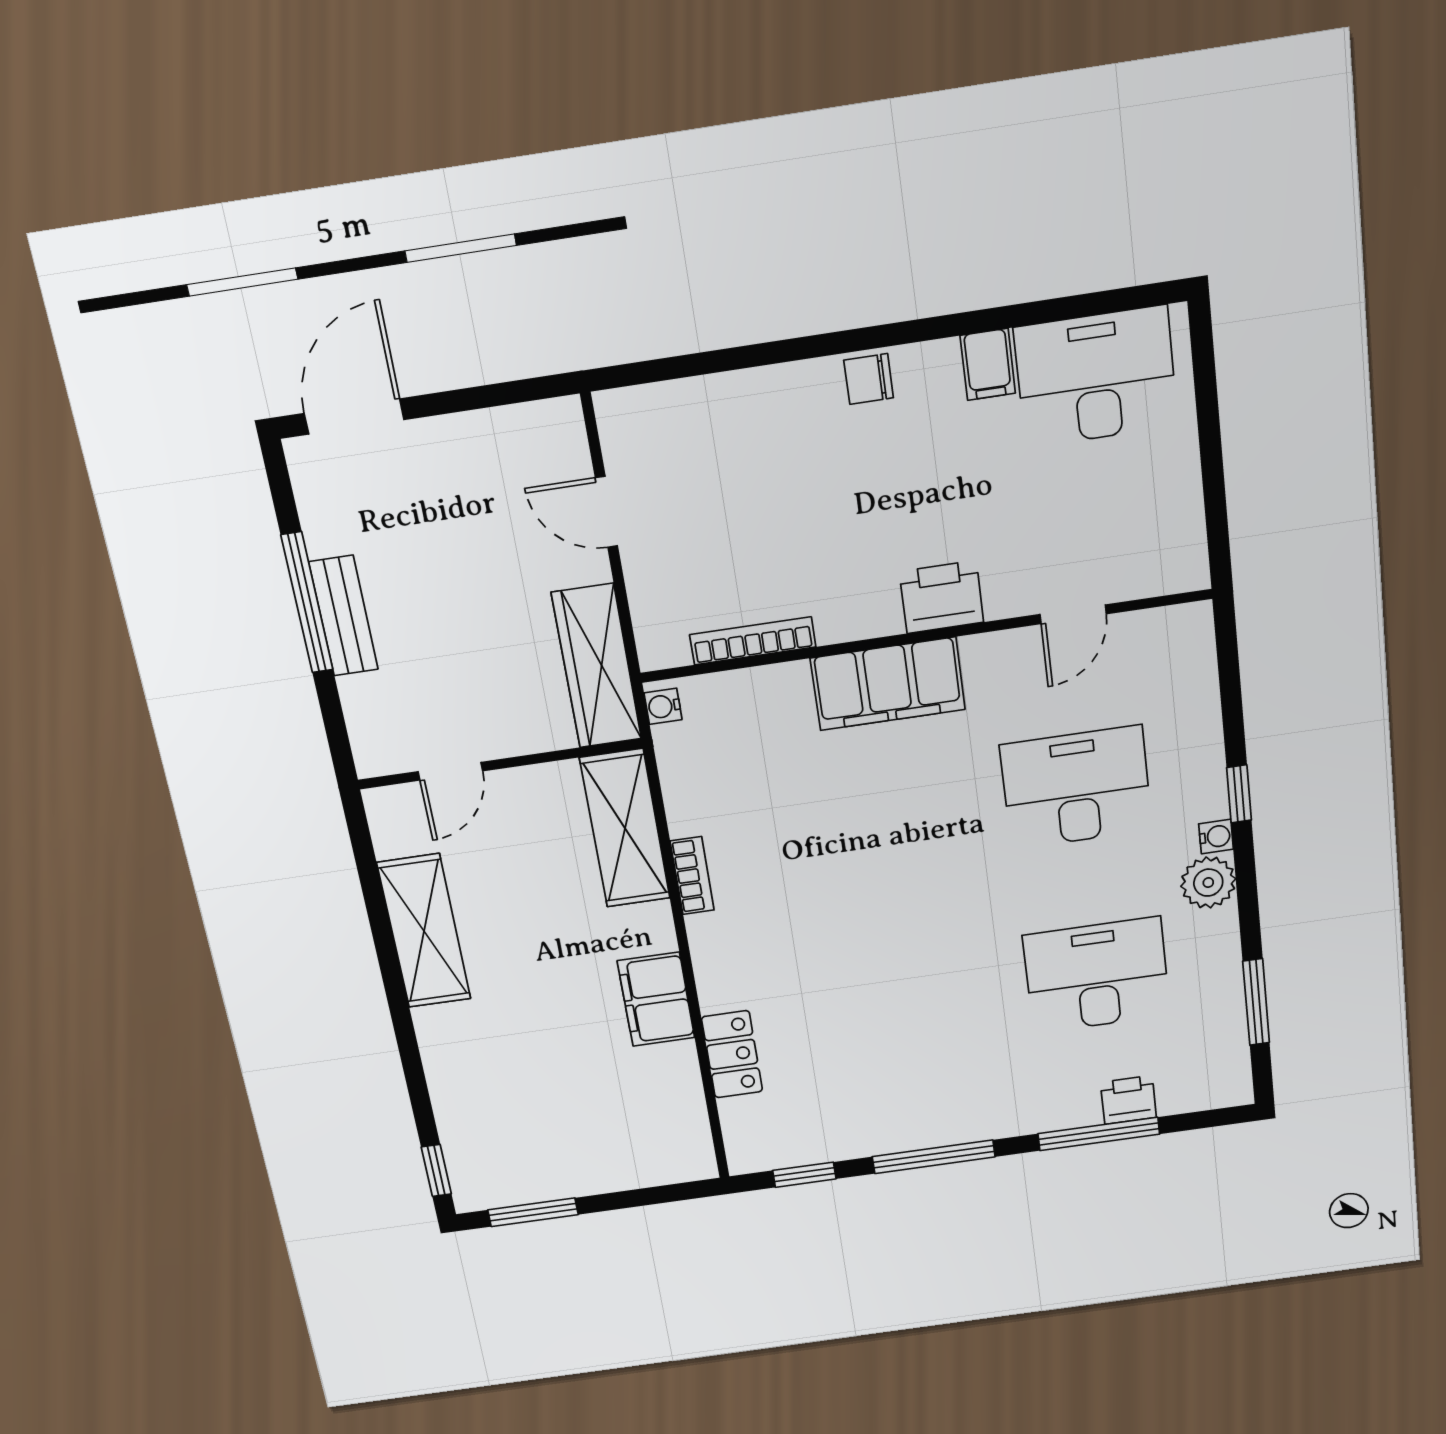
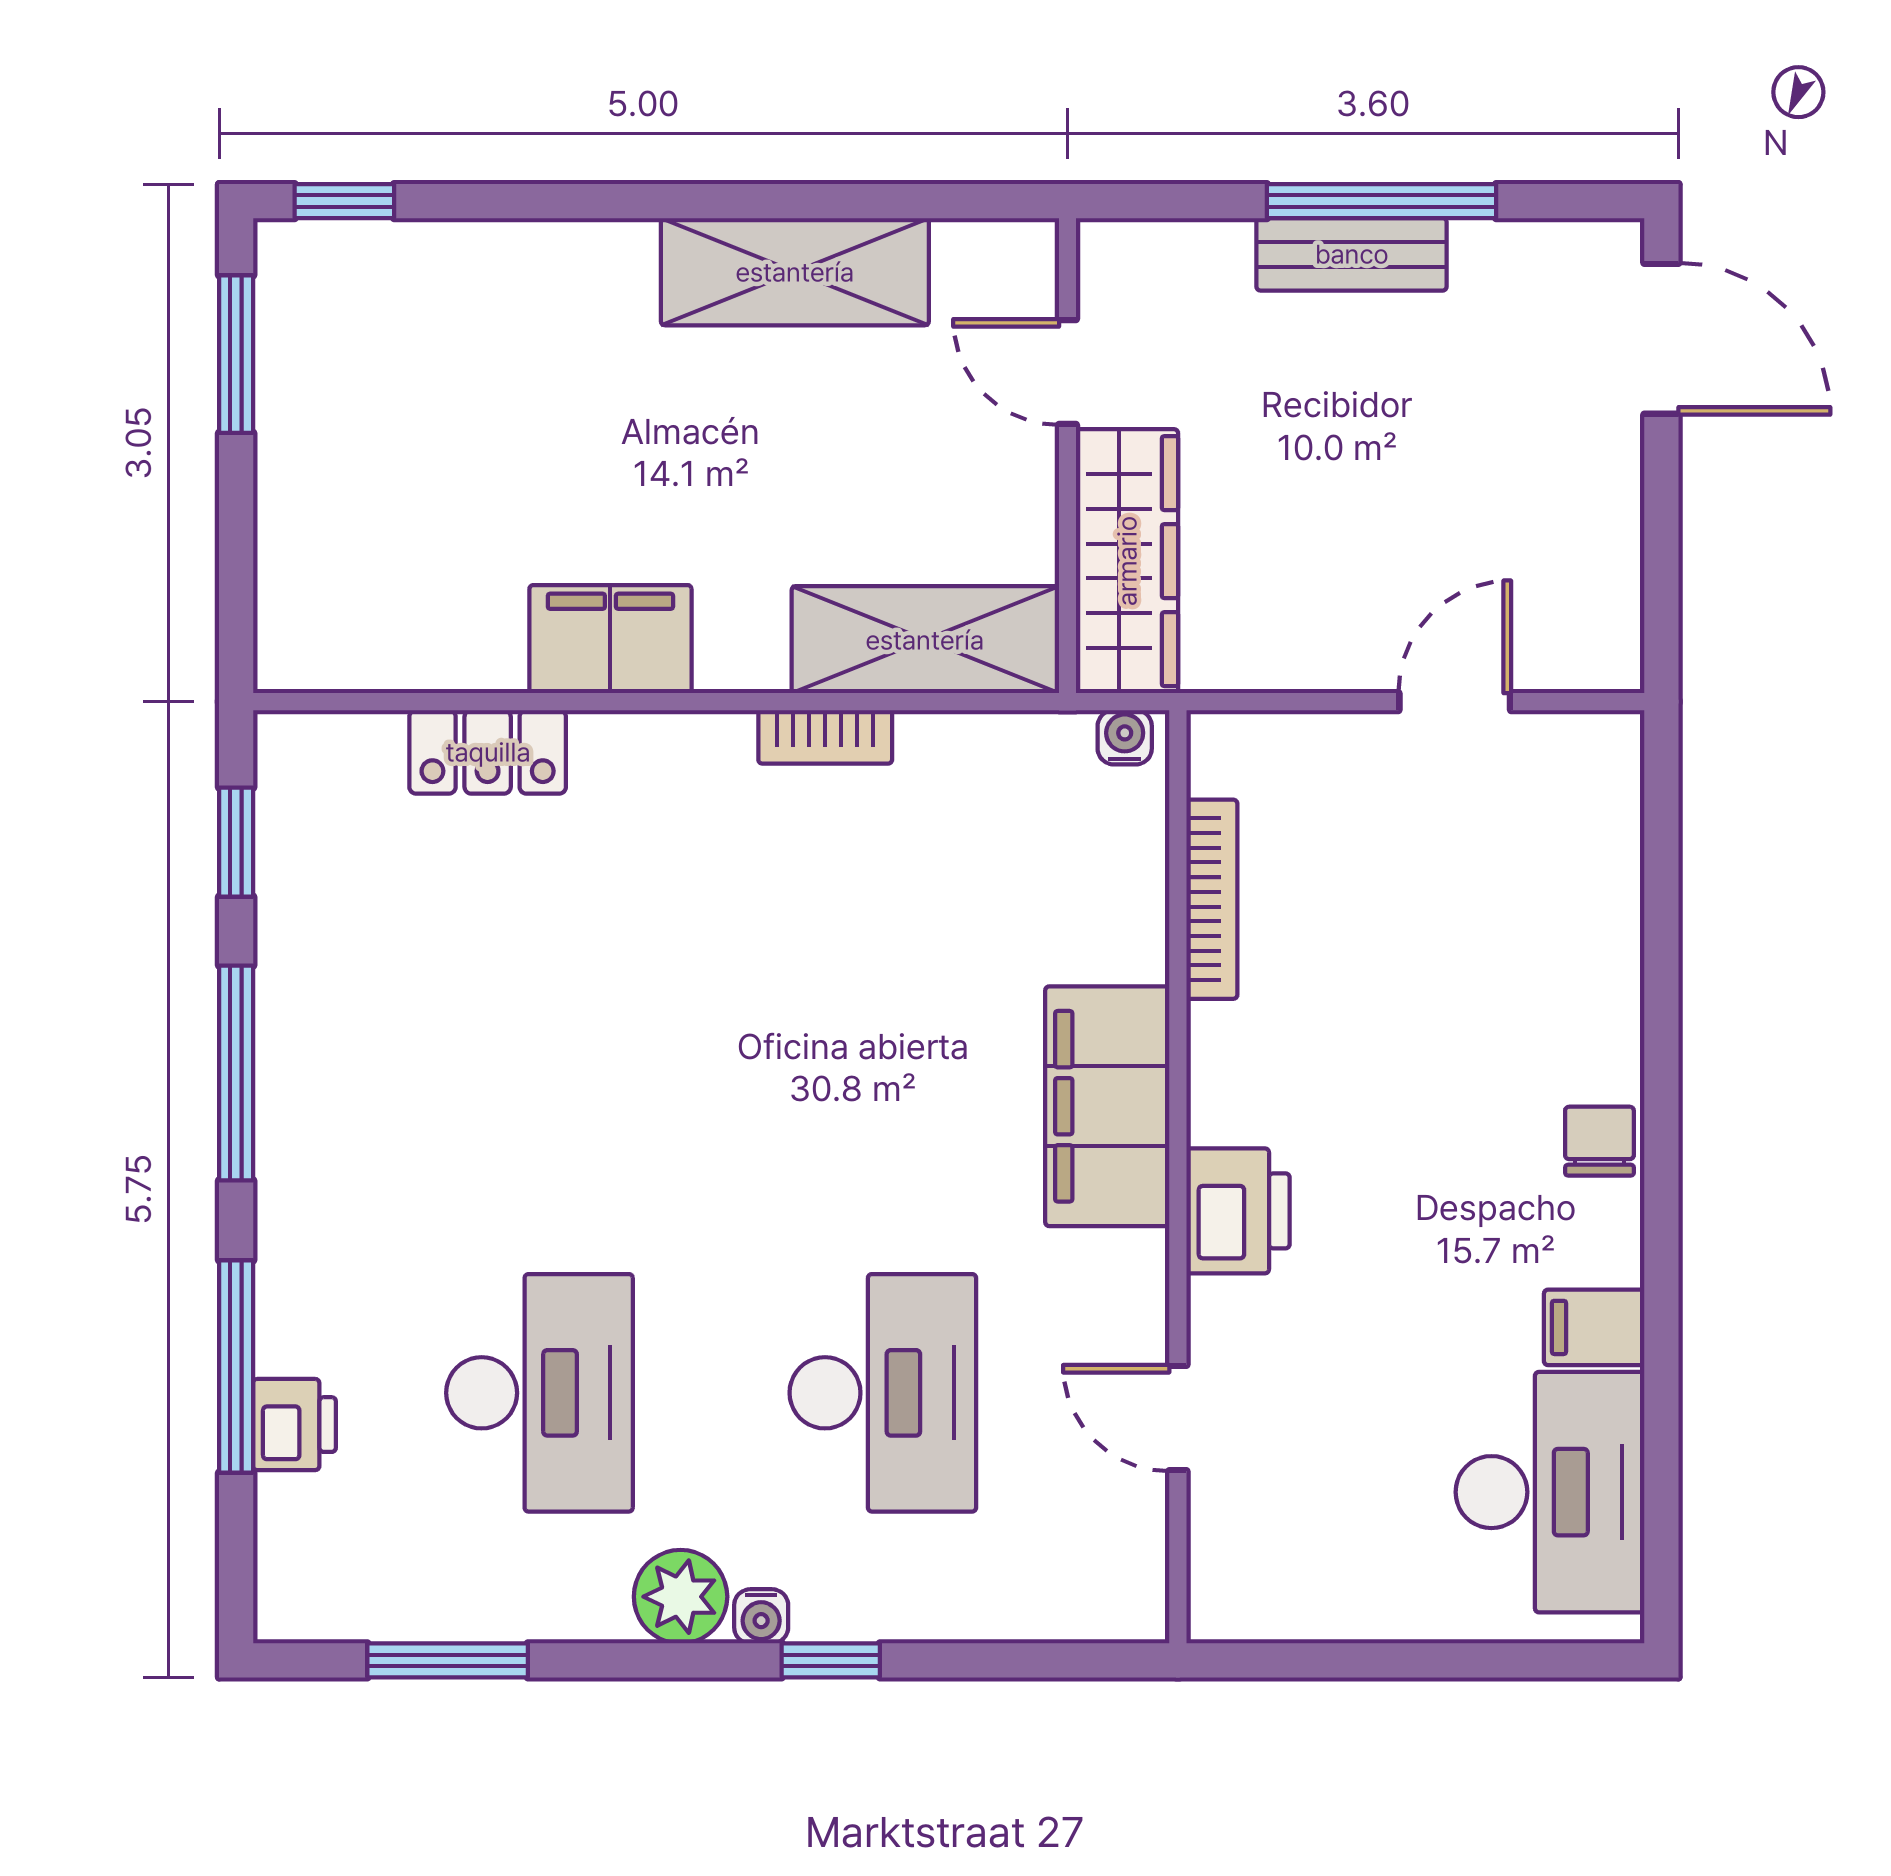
wardrobe: (597, 666) -> (1127, 561), moved, turned 90

